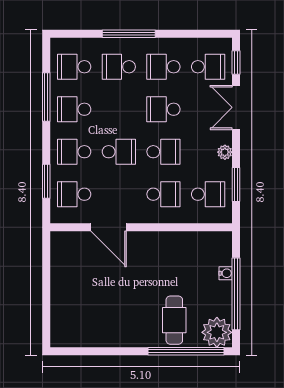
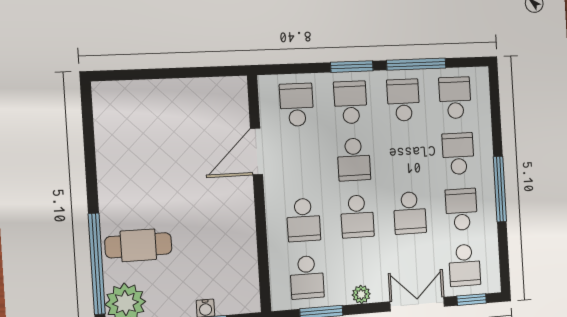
window: (129, 34) -> (500, 189), moved
school desk: (163, 109) -> (410, 213), turned 180
window: (46, 181) -> (352, 66), moved

